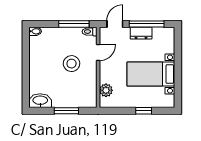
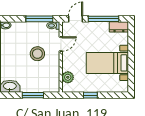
dresser: (141, 33) -> (119, 27), moved
window: (144, 111) -> (90, 95), moved

